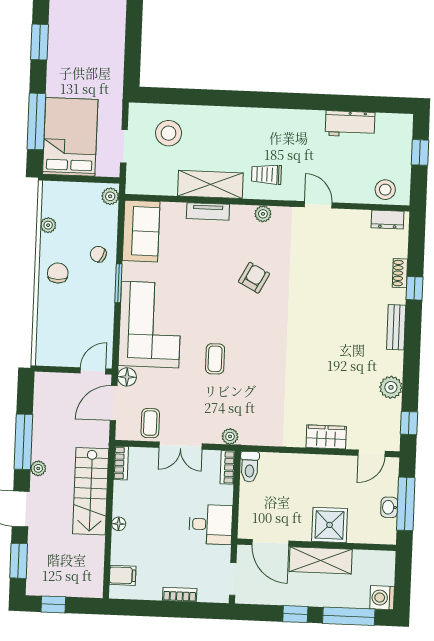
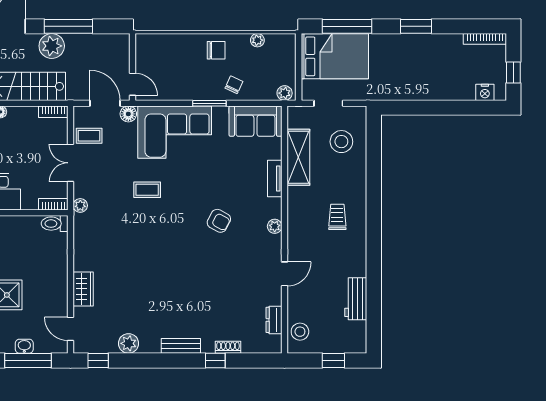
trolley: (266, 174) -> (337, 217), moved
shelving: (210, 184) -> (298, 157), moved
dresser: (388, 220) -> (274, 320), moved
plant: (38, 468) -> (52, 46), width x1.88, depth x1.88

